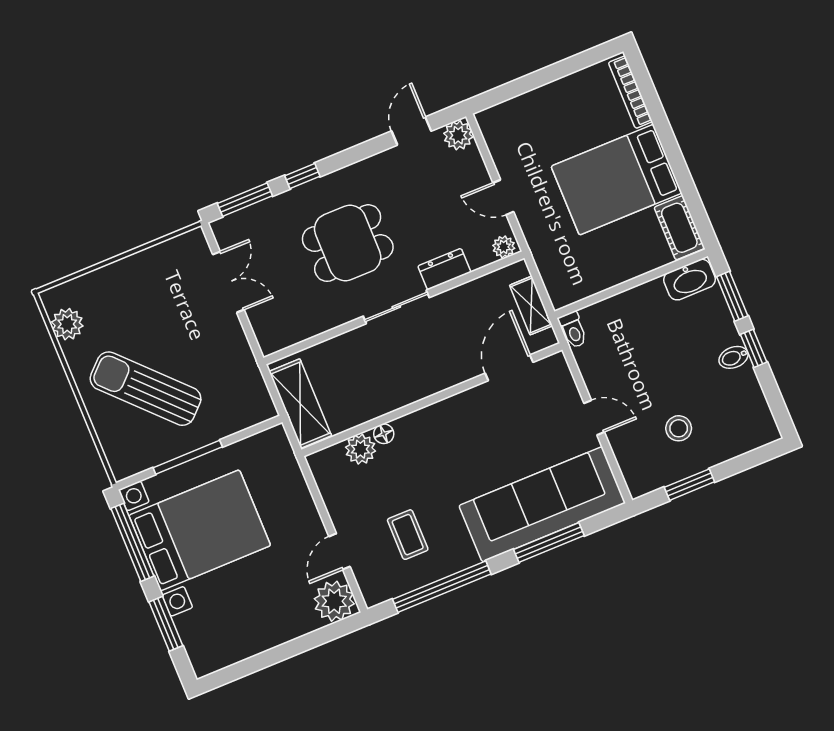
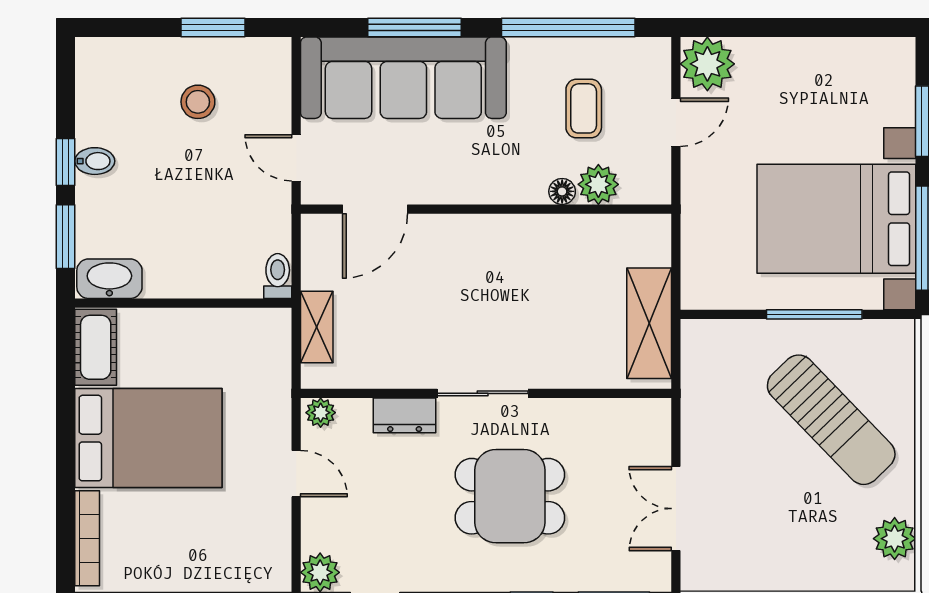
door: (509, 368) -> (375, 209), moved
wall: (432, 400) -> (486, 209), moved
floor lamp: (384, 434) -> (562, 191), moved
plant: (360, 449) -> (598, 184), moved

